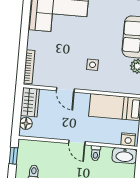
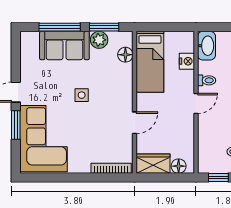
side table: (93, 65) -> (82, 95), moved
floor lamp: (123, 87) -> (125, 55), added
nightstand: (128, 140) -> (187, 61), moved

